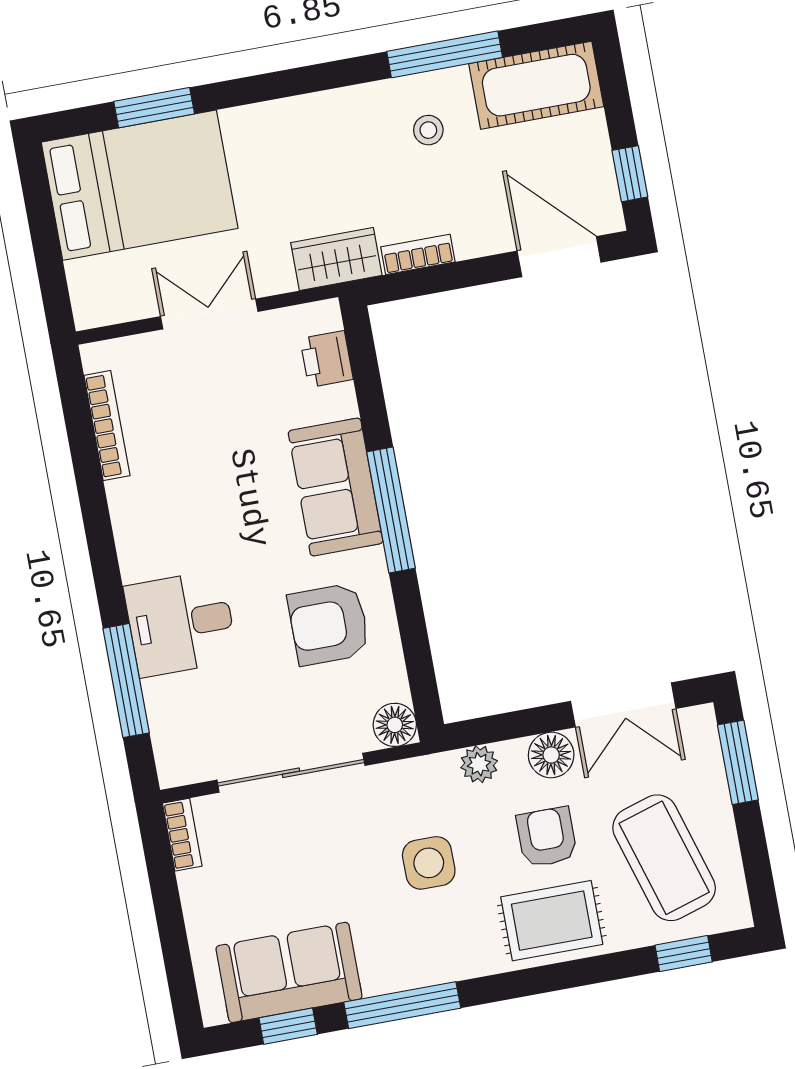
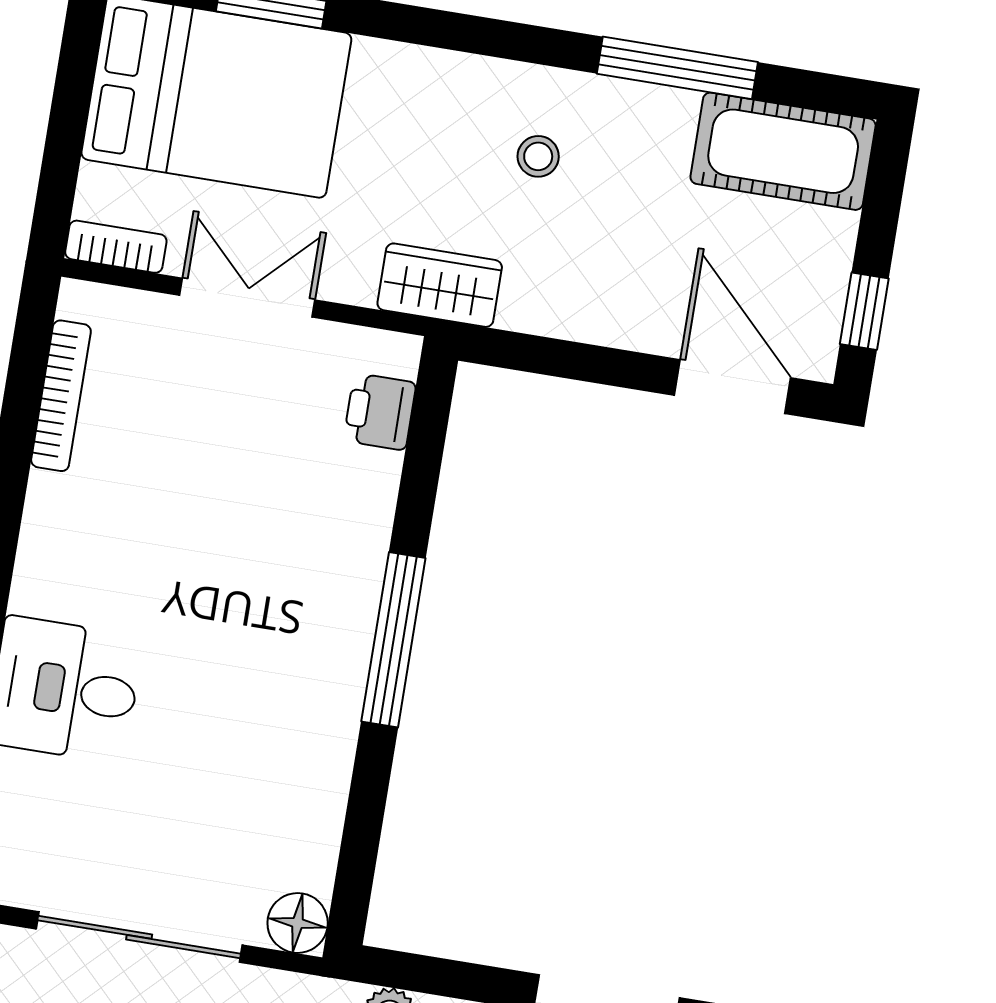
stool: (428, 130) -> (538, 156), moved
bookcase: (418, 254) -> (116, 247), moved
sofa: (336, 487) -> (332, 584), removed
armchair: (329, 624) -> (258, 760), removed

